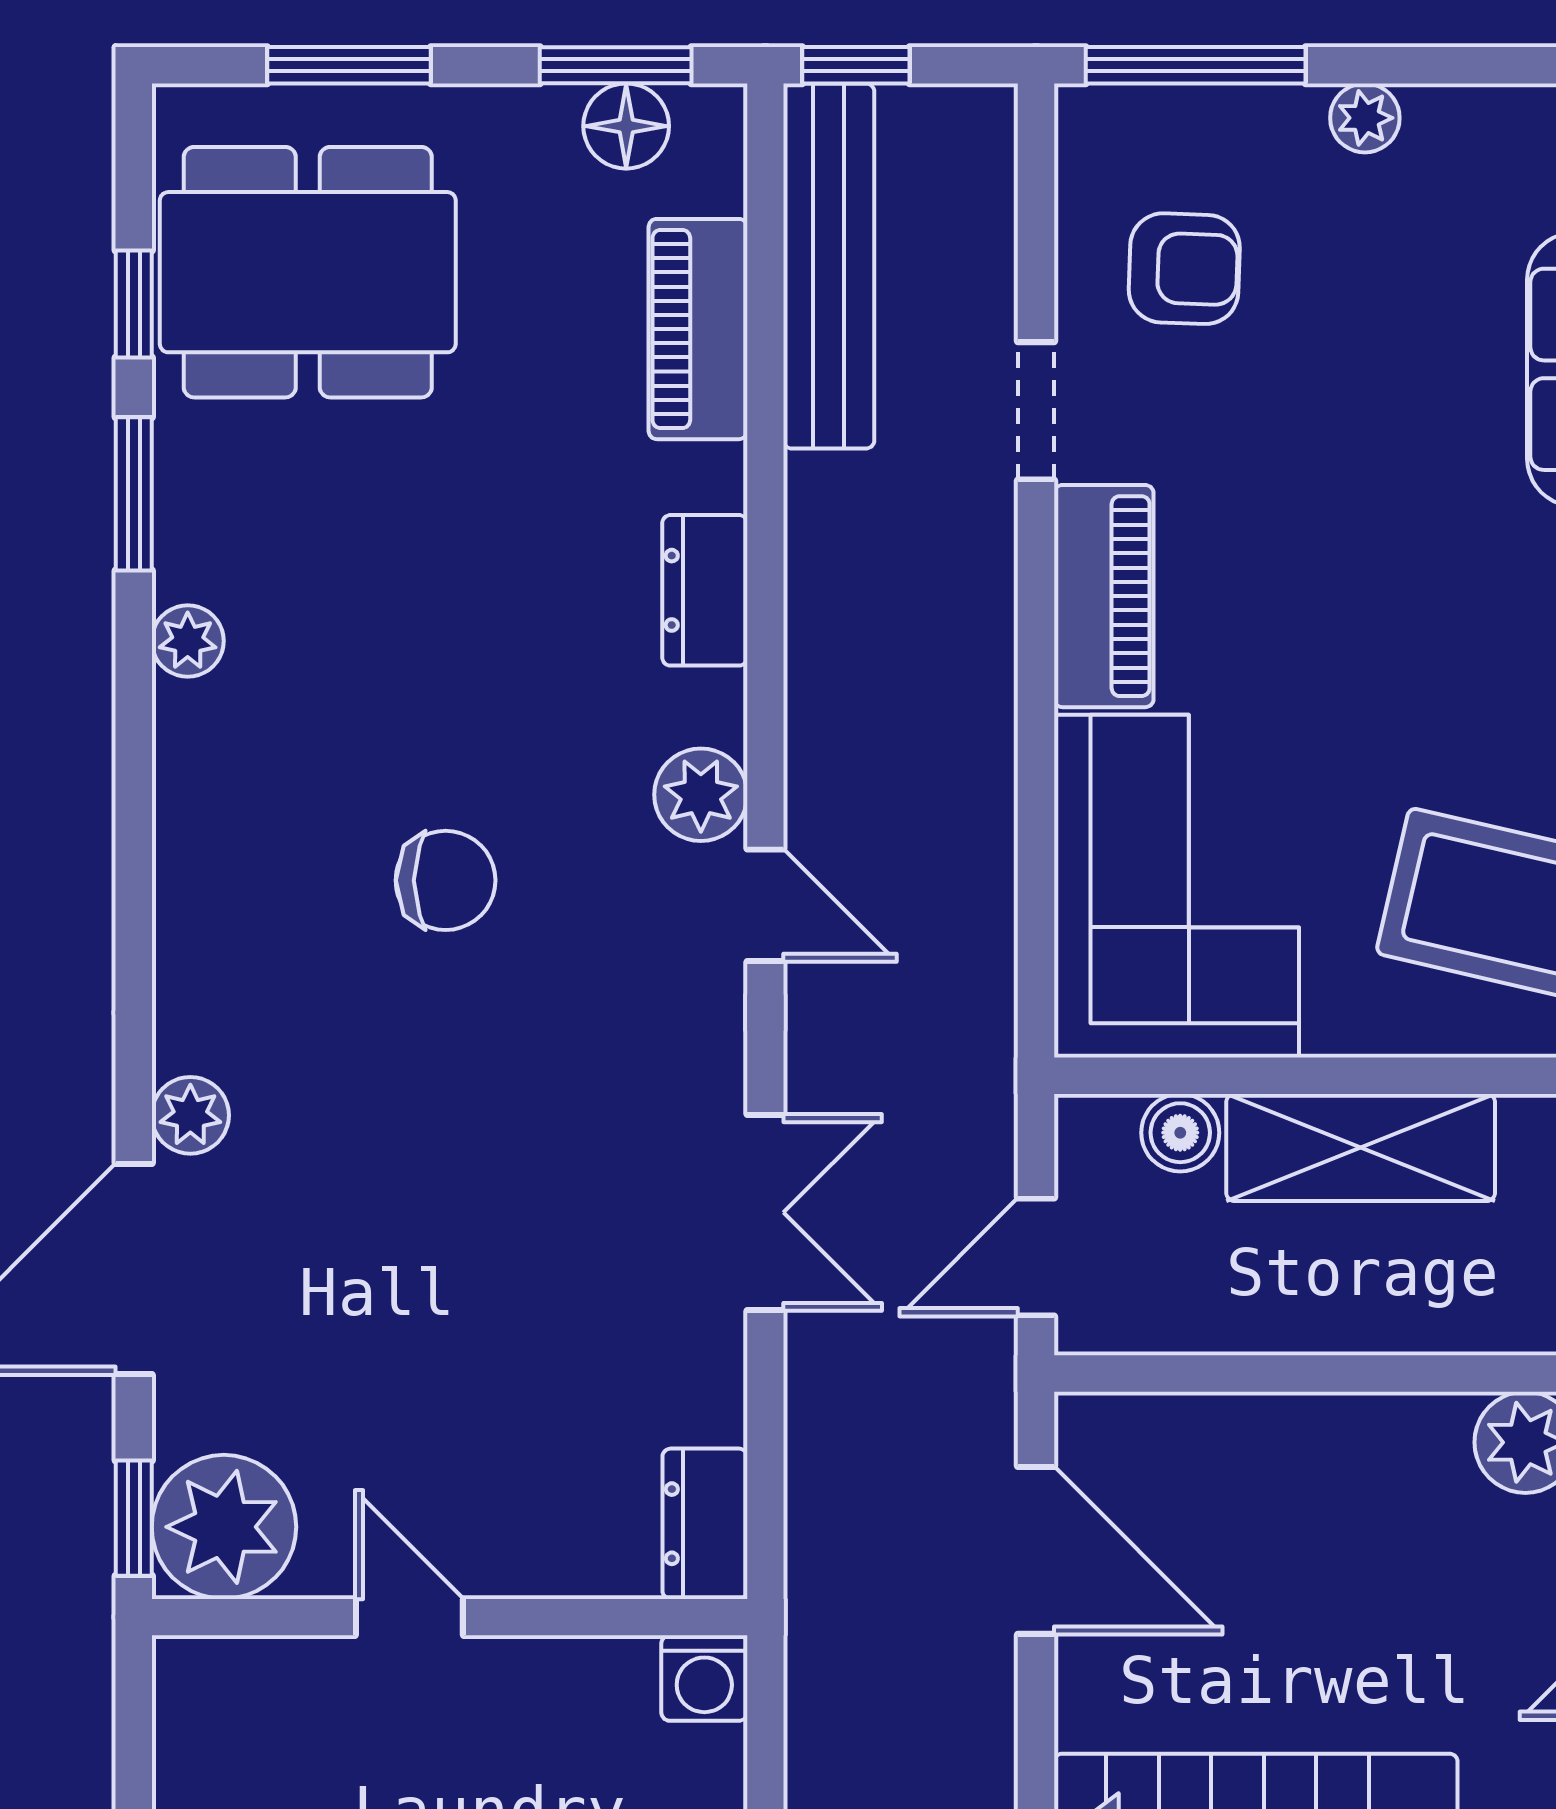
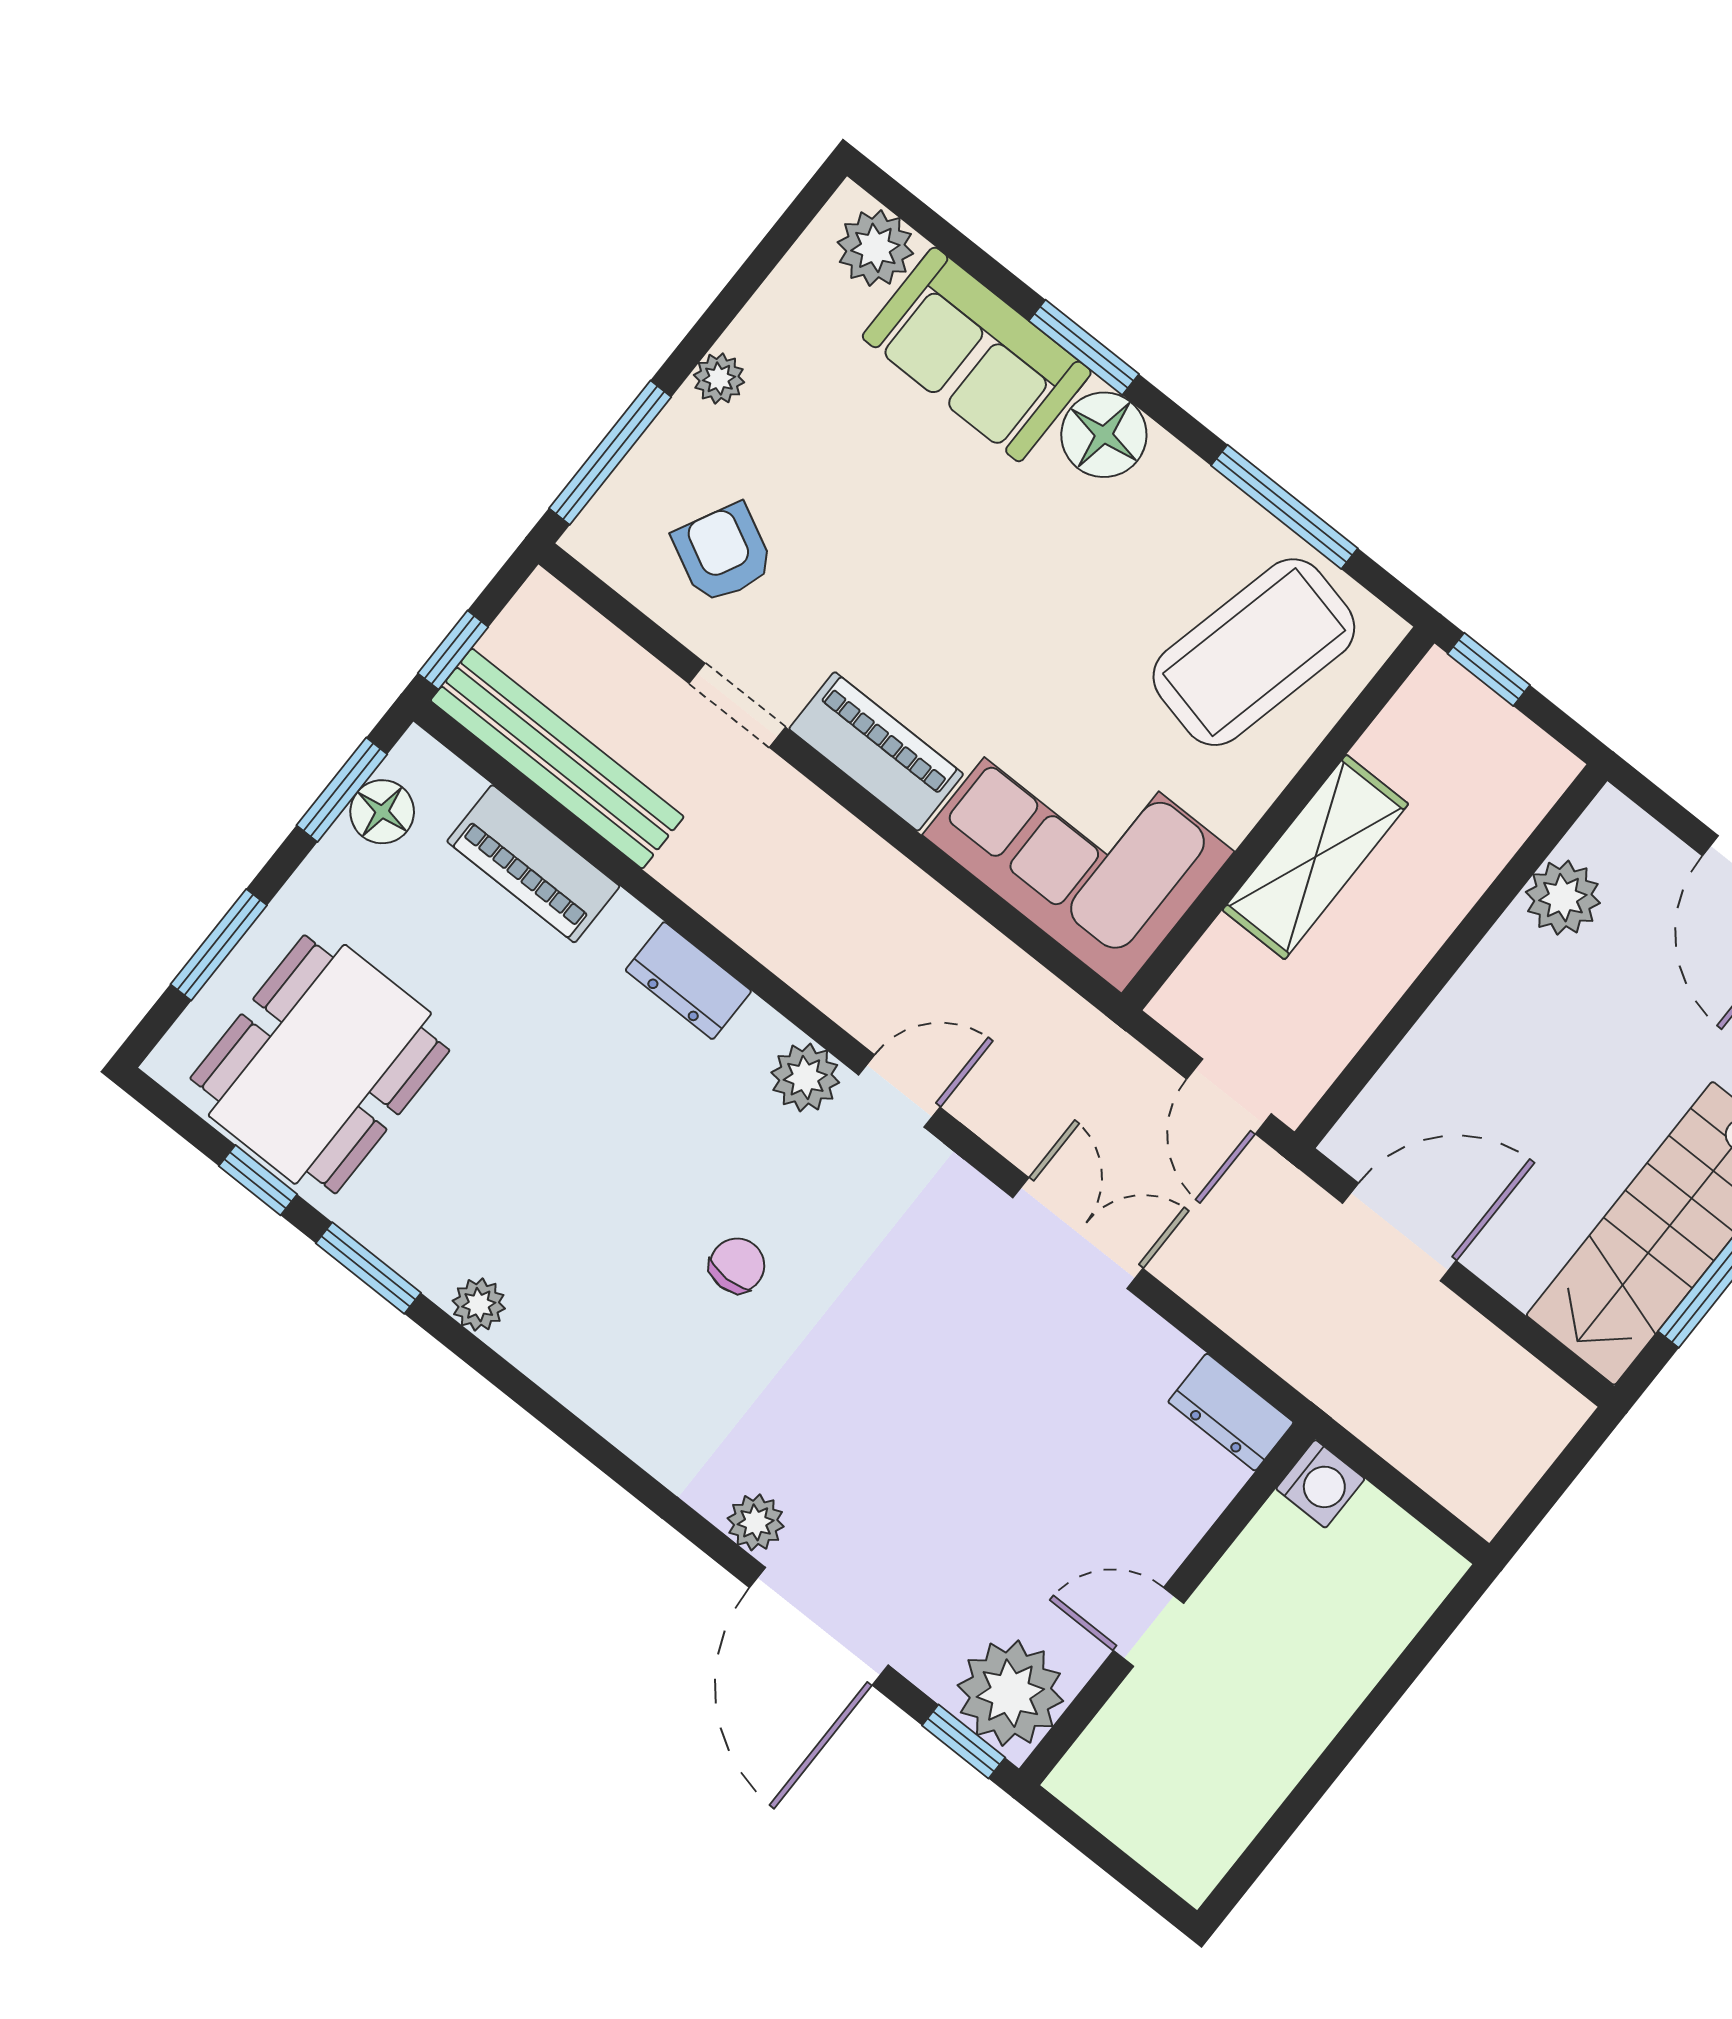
armchair: (1184, 269) -> (723, 553), turned -65
chair: (446, 880) -> (737, 1265), width x0.73, depth x0.73
boiler: (1180, 1133) -> (1223, 955), removed

